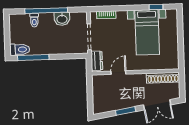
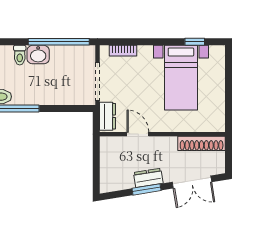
window: (46, 11) -> (59, 42), moved
washbasin: (62, 19) -> (38, 55), moved
door: (118, 73) -> (138, 134), hinge flipped
dresser: (127, 103) -> (148, 178), added

